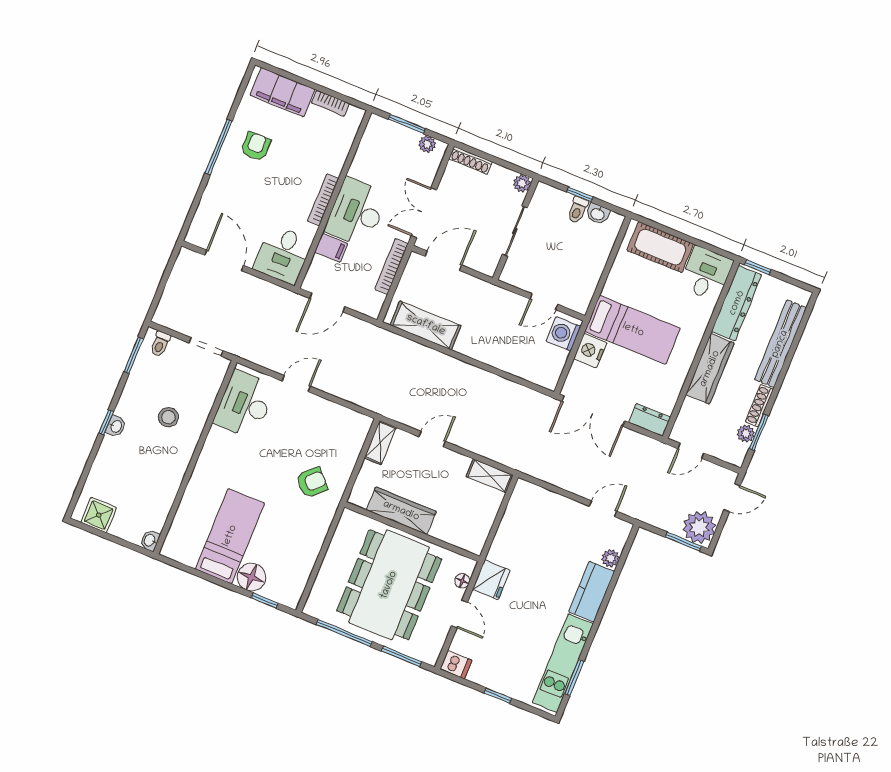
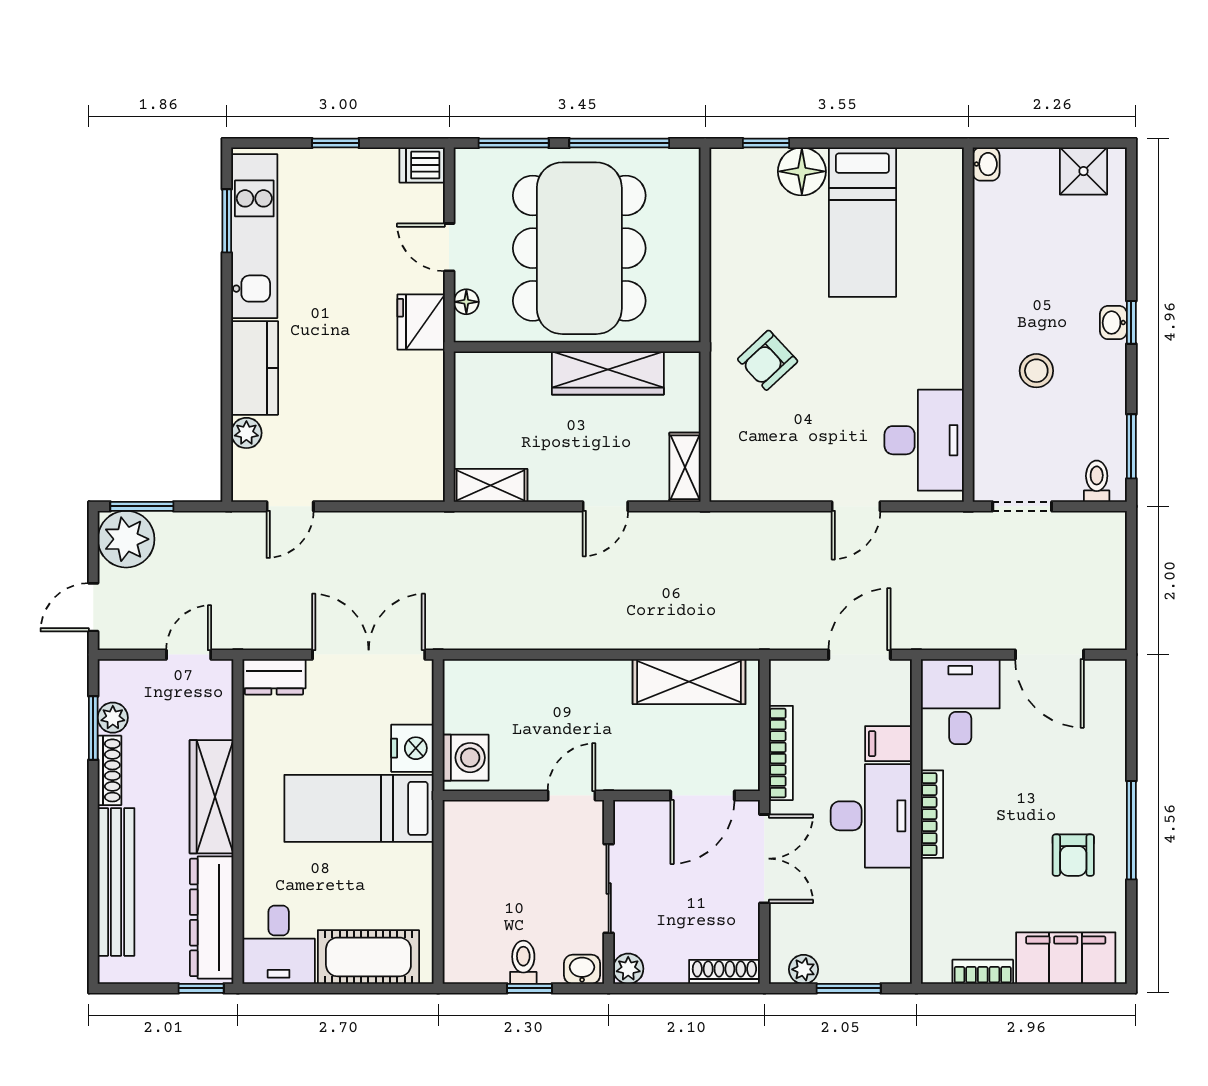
washbasin: (598, 214) -> (582, 969), moved
door: (544, 302) -> (572, 796), moved

